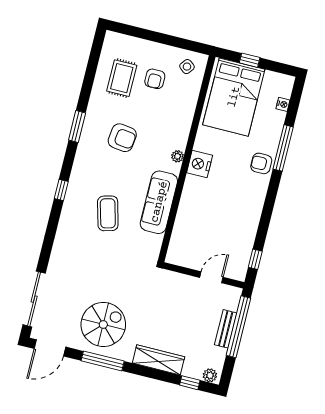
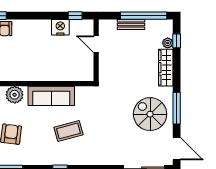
plant: (177, 156) -> (15, 95), width x1.87, depth x1.87
nightstand: (200, 164) -> (60, 27), moved, turned 180
window: (238, 327) -> (144, 16), moved
plant: (210, 375) -> (168, 43), moved

